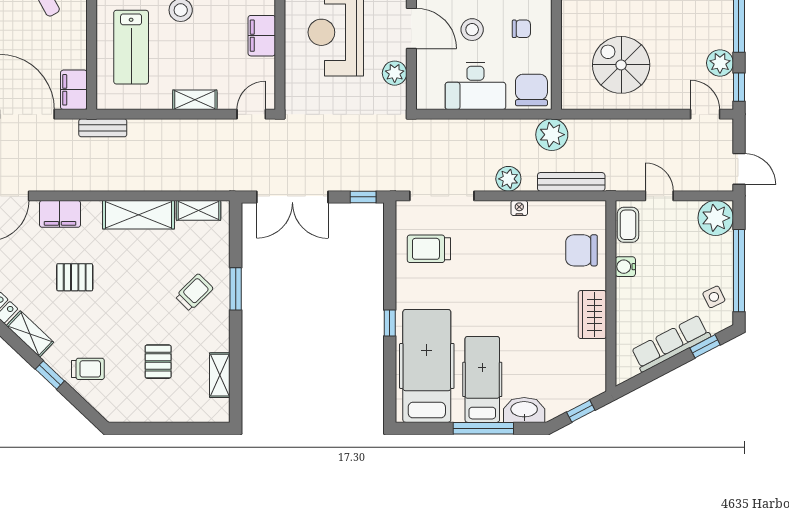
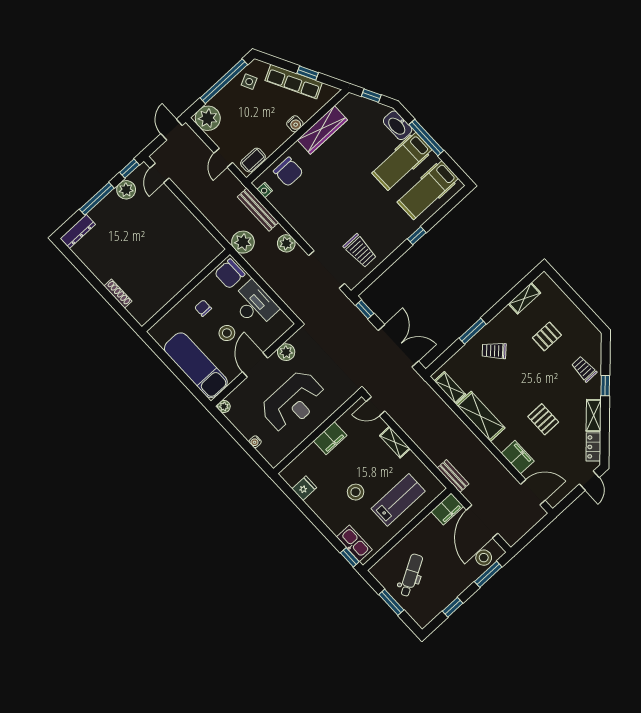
spiral stairs: (621, 65) -> (174, 240), removed
nightstand: (519, 208) -> (265, 190), moved
water cooler: (625, 267) -> (295, 124), moved
wardrobe: (592, 315) -> (322, 130), width x1.50
window: (705, 346) -> (308, 73), moved
hospital bed: (427, 366) -> (428, 190), width x0.73, depth x0.78

